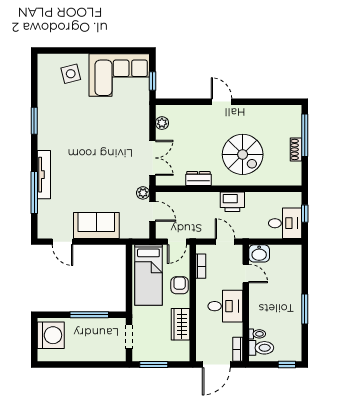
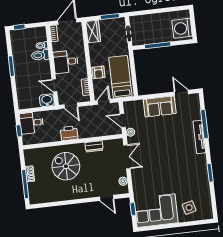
door: (222, 102) -> (107, 198), moved
double door: (152, 158) -> (127, 157), swing flipped
wardrobe: (181, 324) -> (93, 31), moved
toilet: (261, 348) -> (40, 55), moved

